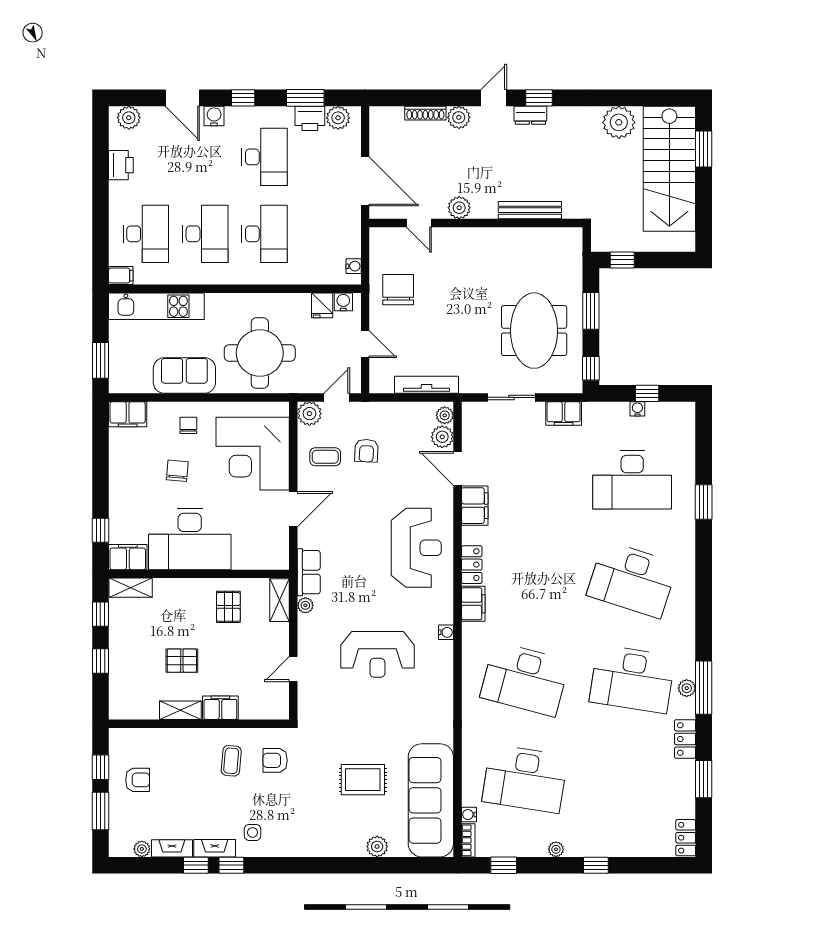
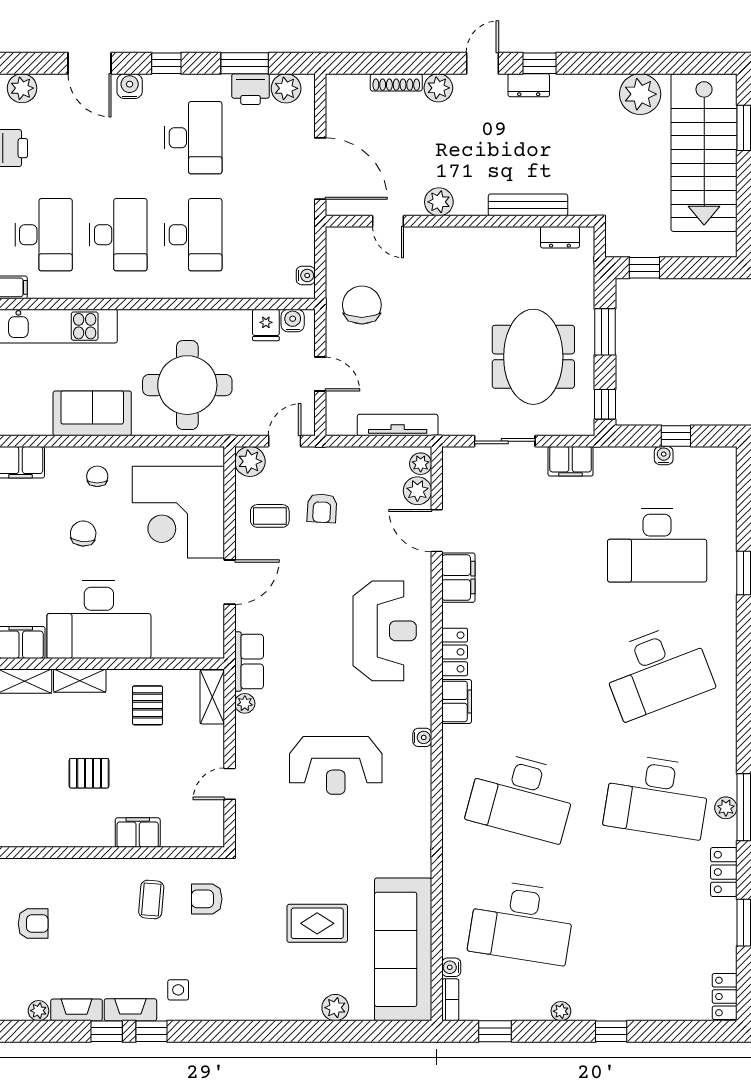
dresser: (555, 236) -> (560, 237), added
desk: (632, 579) -> (657, 671), turned -39
shelving: (180, 710) -> (80, 681), moved

